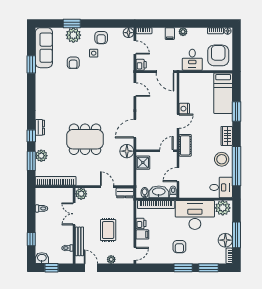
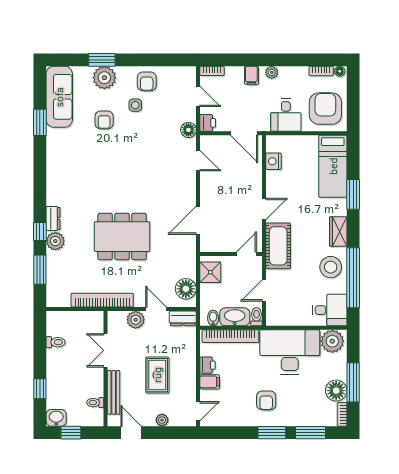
floor lamp: (129, 33) -> (188, 130), moved
nightstand: (184, 109) -> (274, 161), moved
cot: (185, 145) -> (278, 246), width x1.37, depth x1.34
floor lamp: (127, 151) -> (186, 289), moved
plant: (41, 156) -> (55, 241), moved
bookcase: (56, 181) -> (102, 300), moved
plant: (81, 194) -> (136, 320), moved

